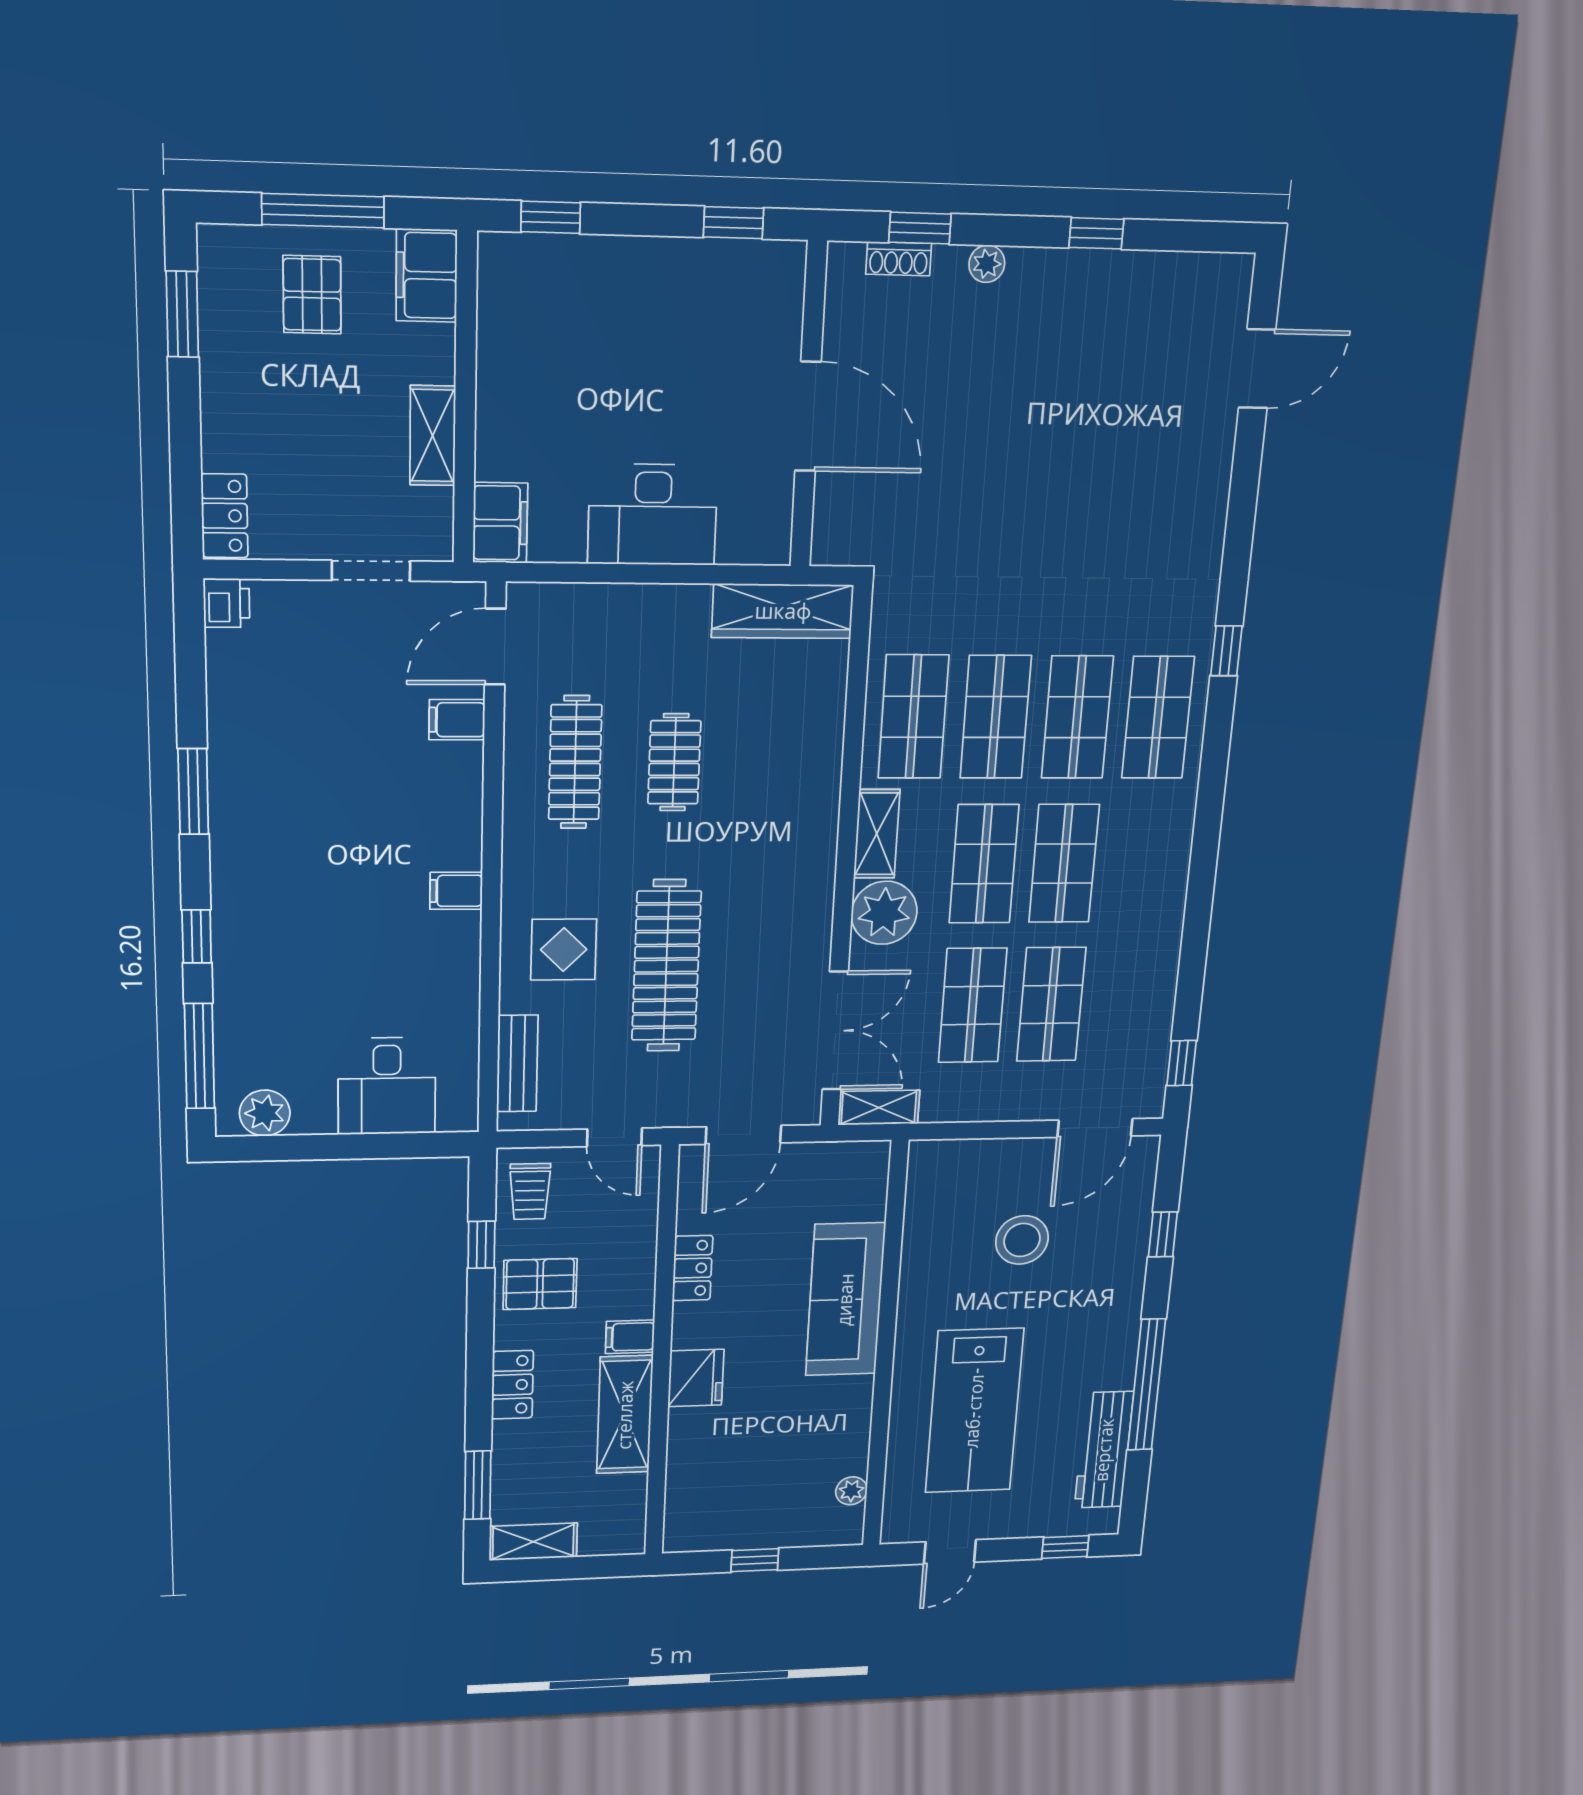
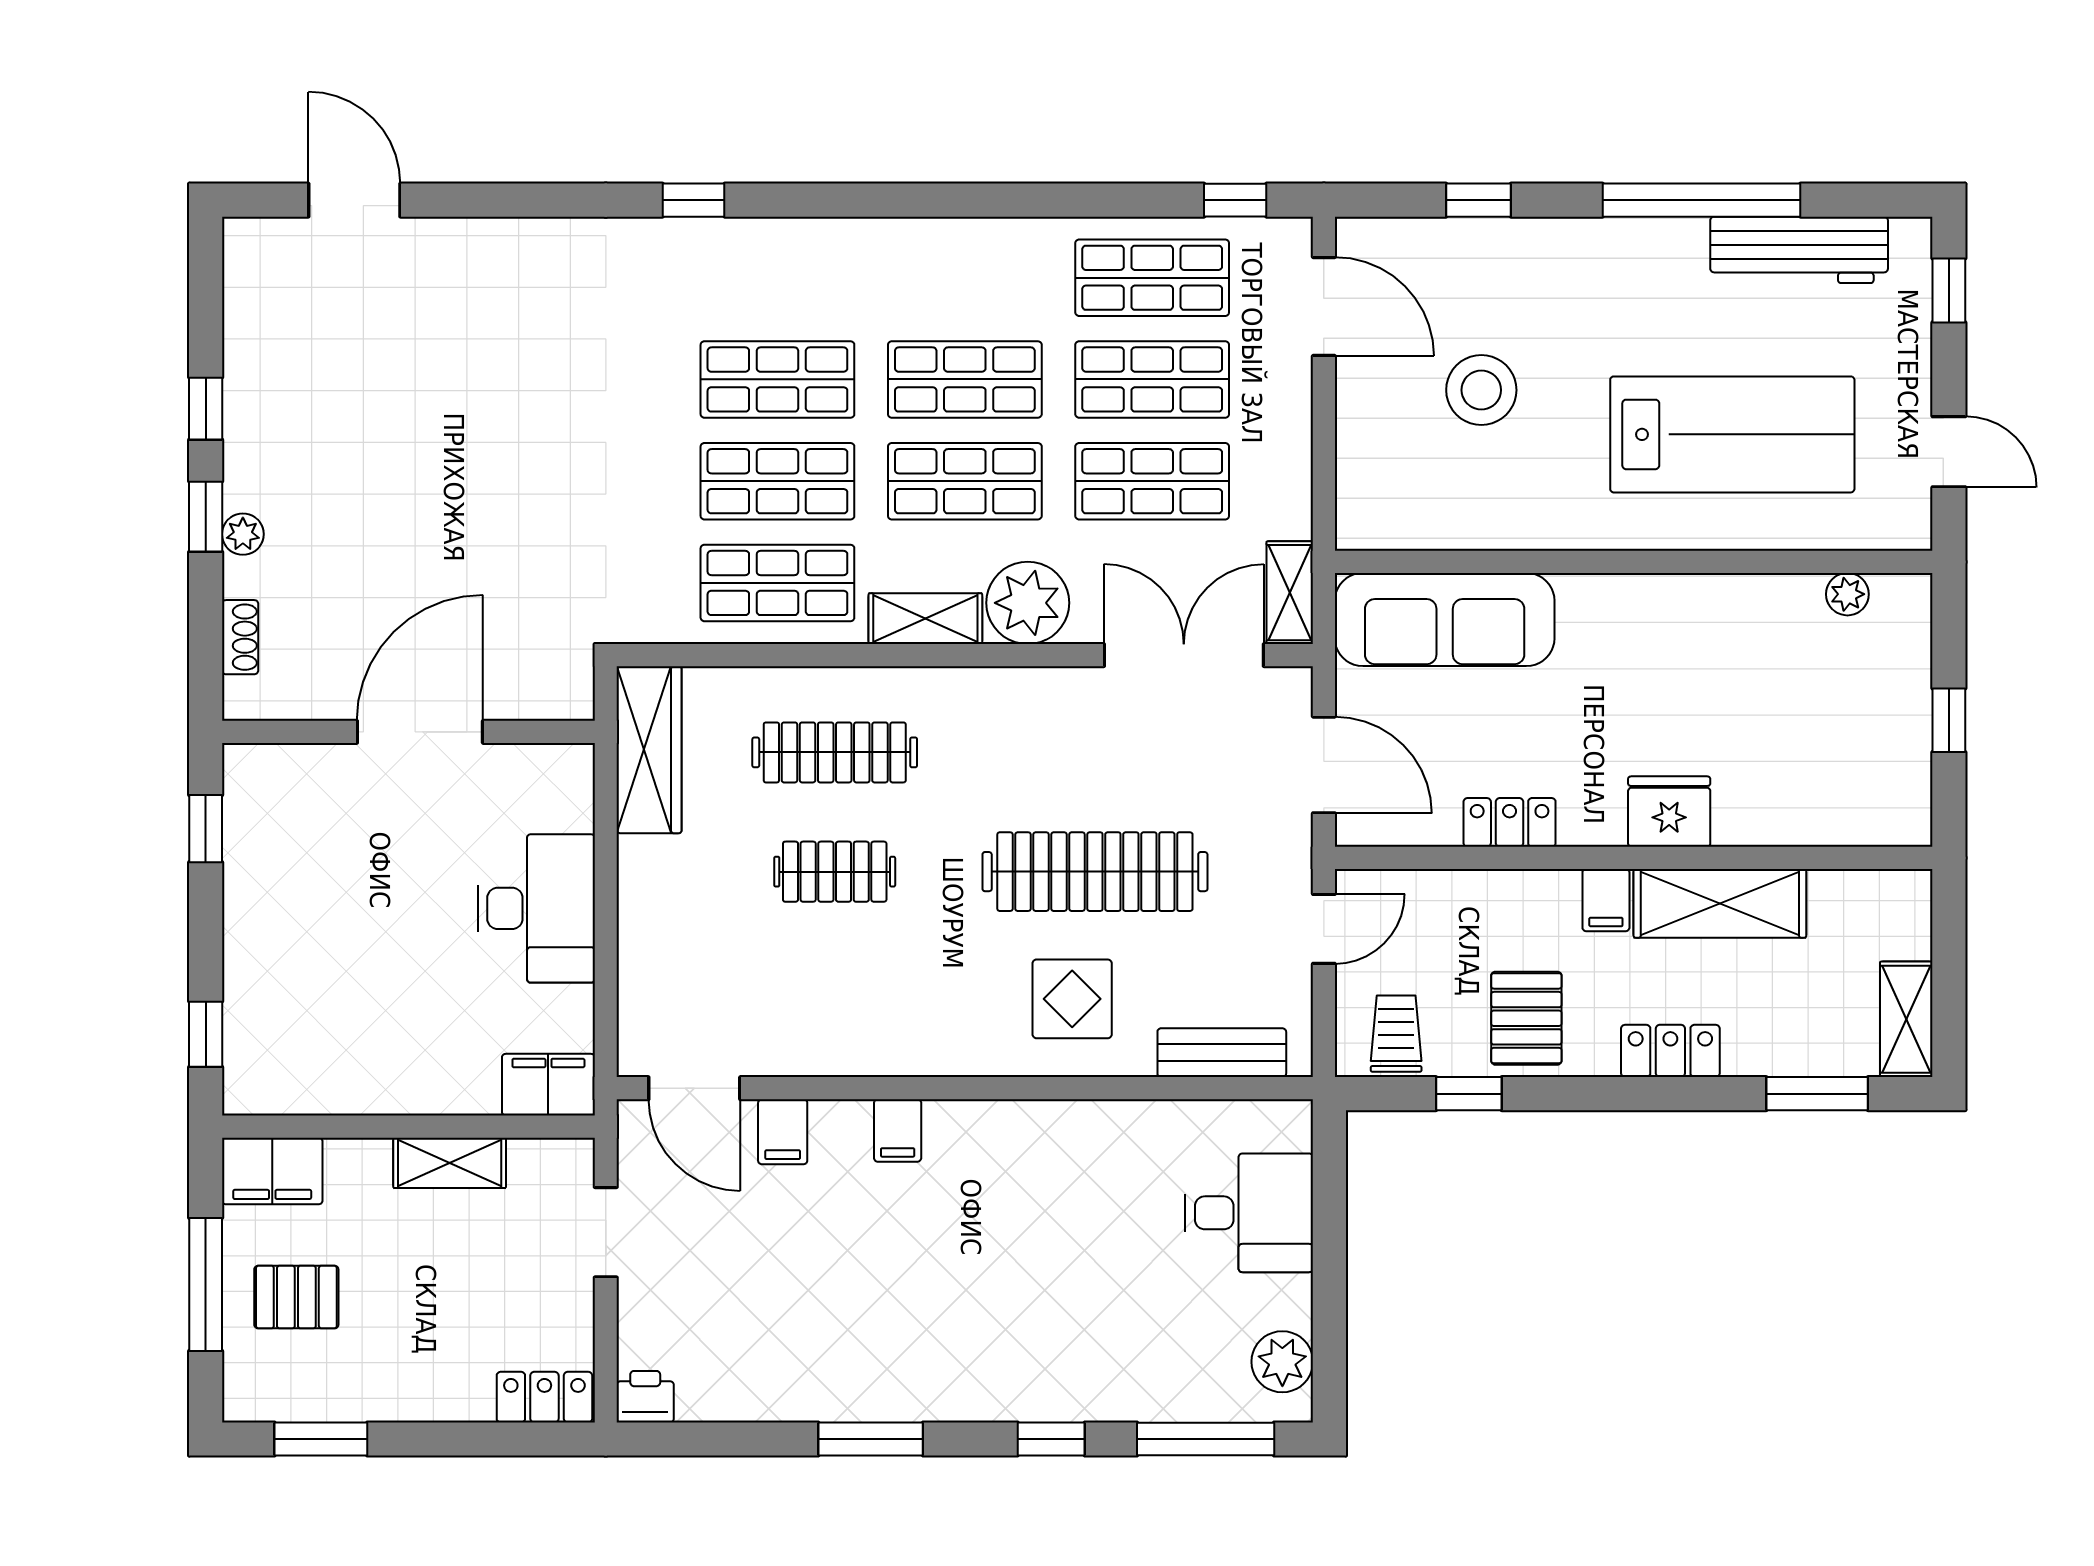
window: (920, 228) -> (206, 517), moved
shop shelf: (1158, 718) -> (1152, 278), moved
clothes rail: (575, 762) -> (835, 752), moved
filing cabinet: (456, 891) -> (898, 1130), moved
trolley: (530, 1191) -> (1396, 1034), turned -90
sofa: (845, 1300) -> (1445, 620), moved

